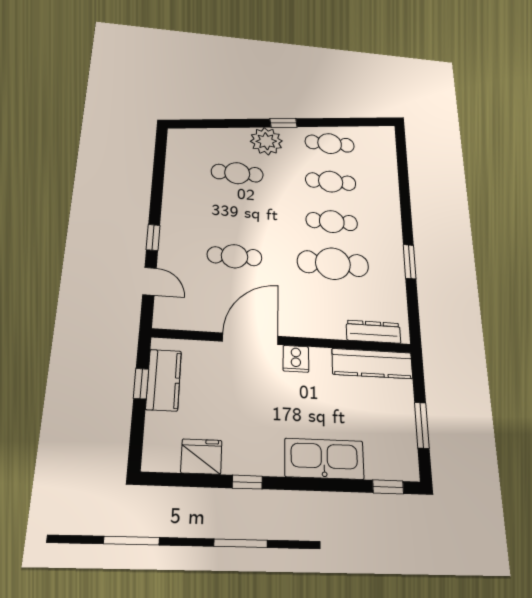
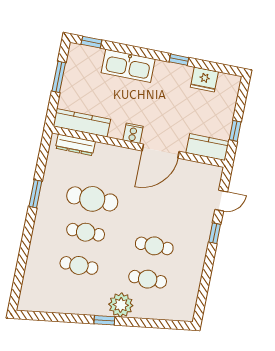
cafe table: (330, 144) -> (72, 299), removed
cafe table: (235, 256) -> (154, 246), moved
door: (150, 281) -> (221, 201), swing flipped
kitchen counter: (164, 380) -> (207, 147), moved, turned 90

